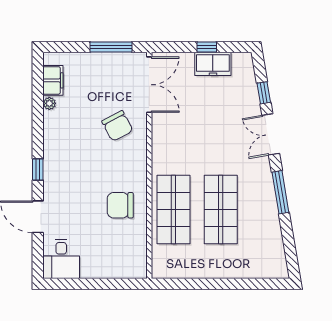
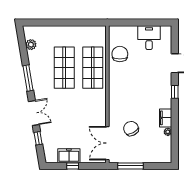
filing cabinet: (53, 80) -> (166, 118), moved
chair: (117, 126) -> (131, 129), moved
chair: (120, 205) -> (120, 54), moved, turned -90
plant: (276, 248) -> (31, 45), added
desk: (61, 259) -> (149, 38), moved

